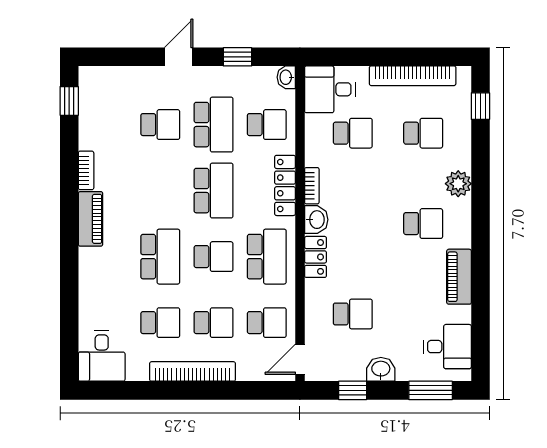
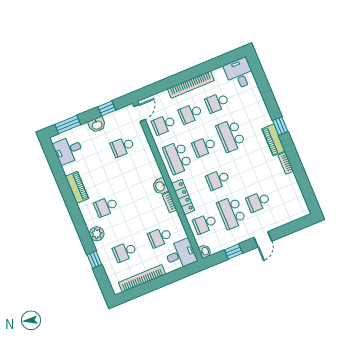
window: (69, 101) -> (280, 126), moved
window: (480, 106) -> (94, 260), moved
school desk: (213, 191) -> (218, 180), width x0.54
locker: (315, 257) -> (153, 167), removed

